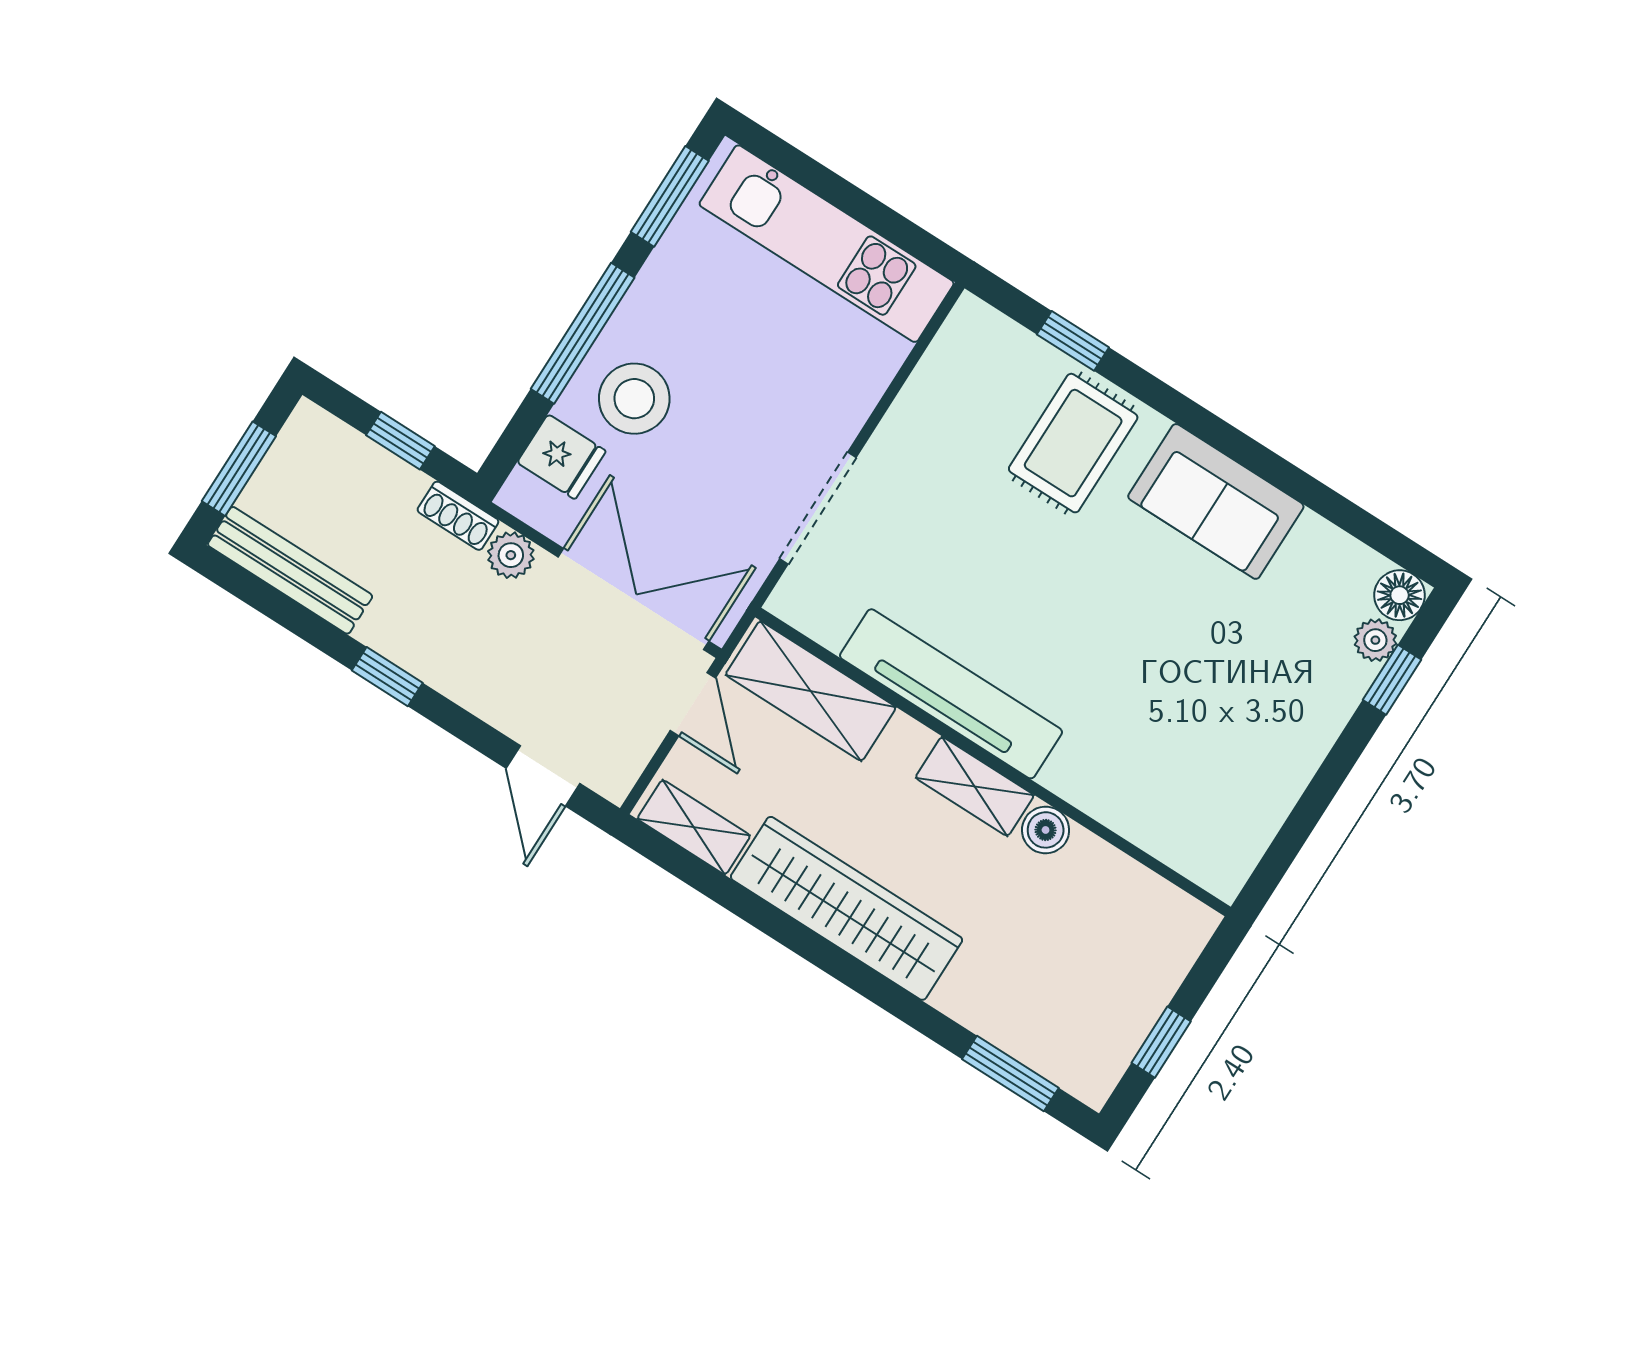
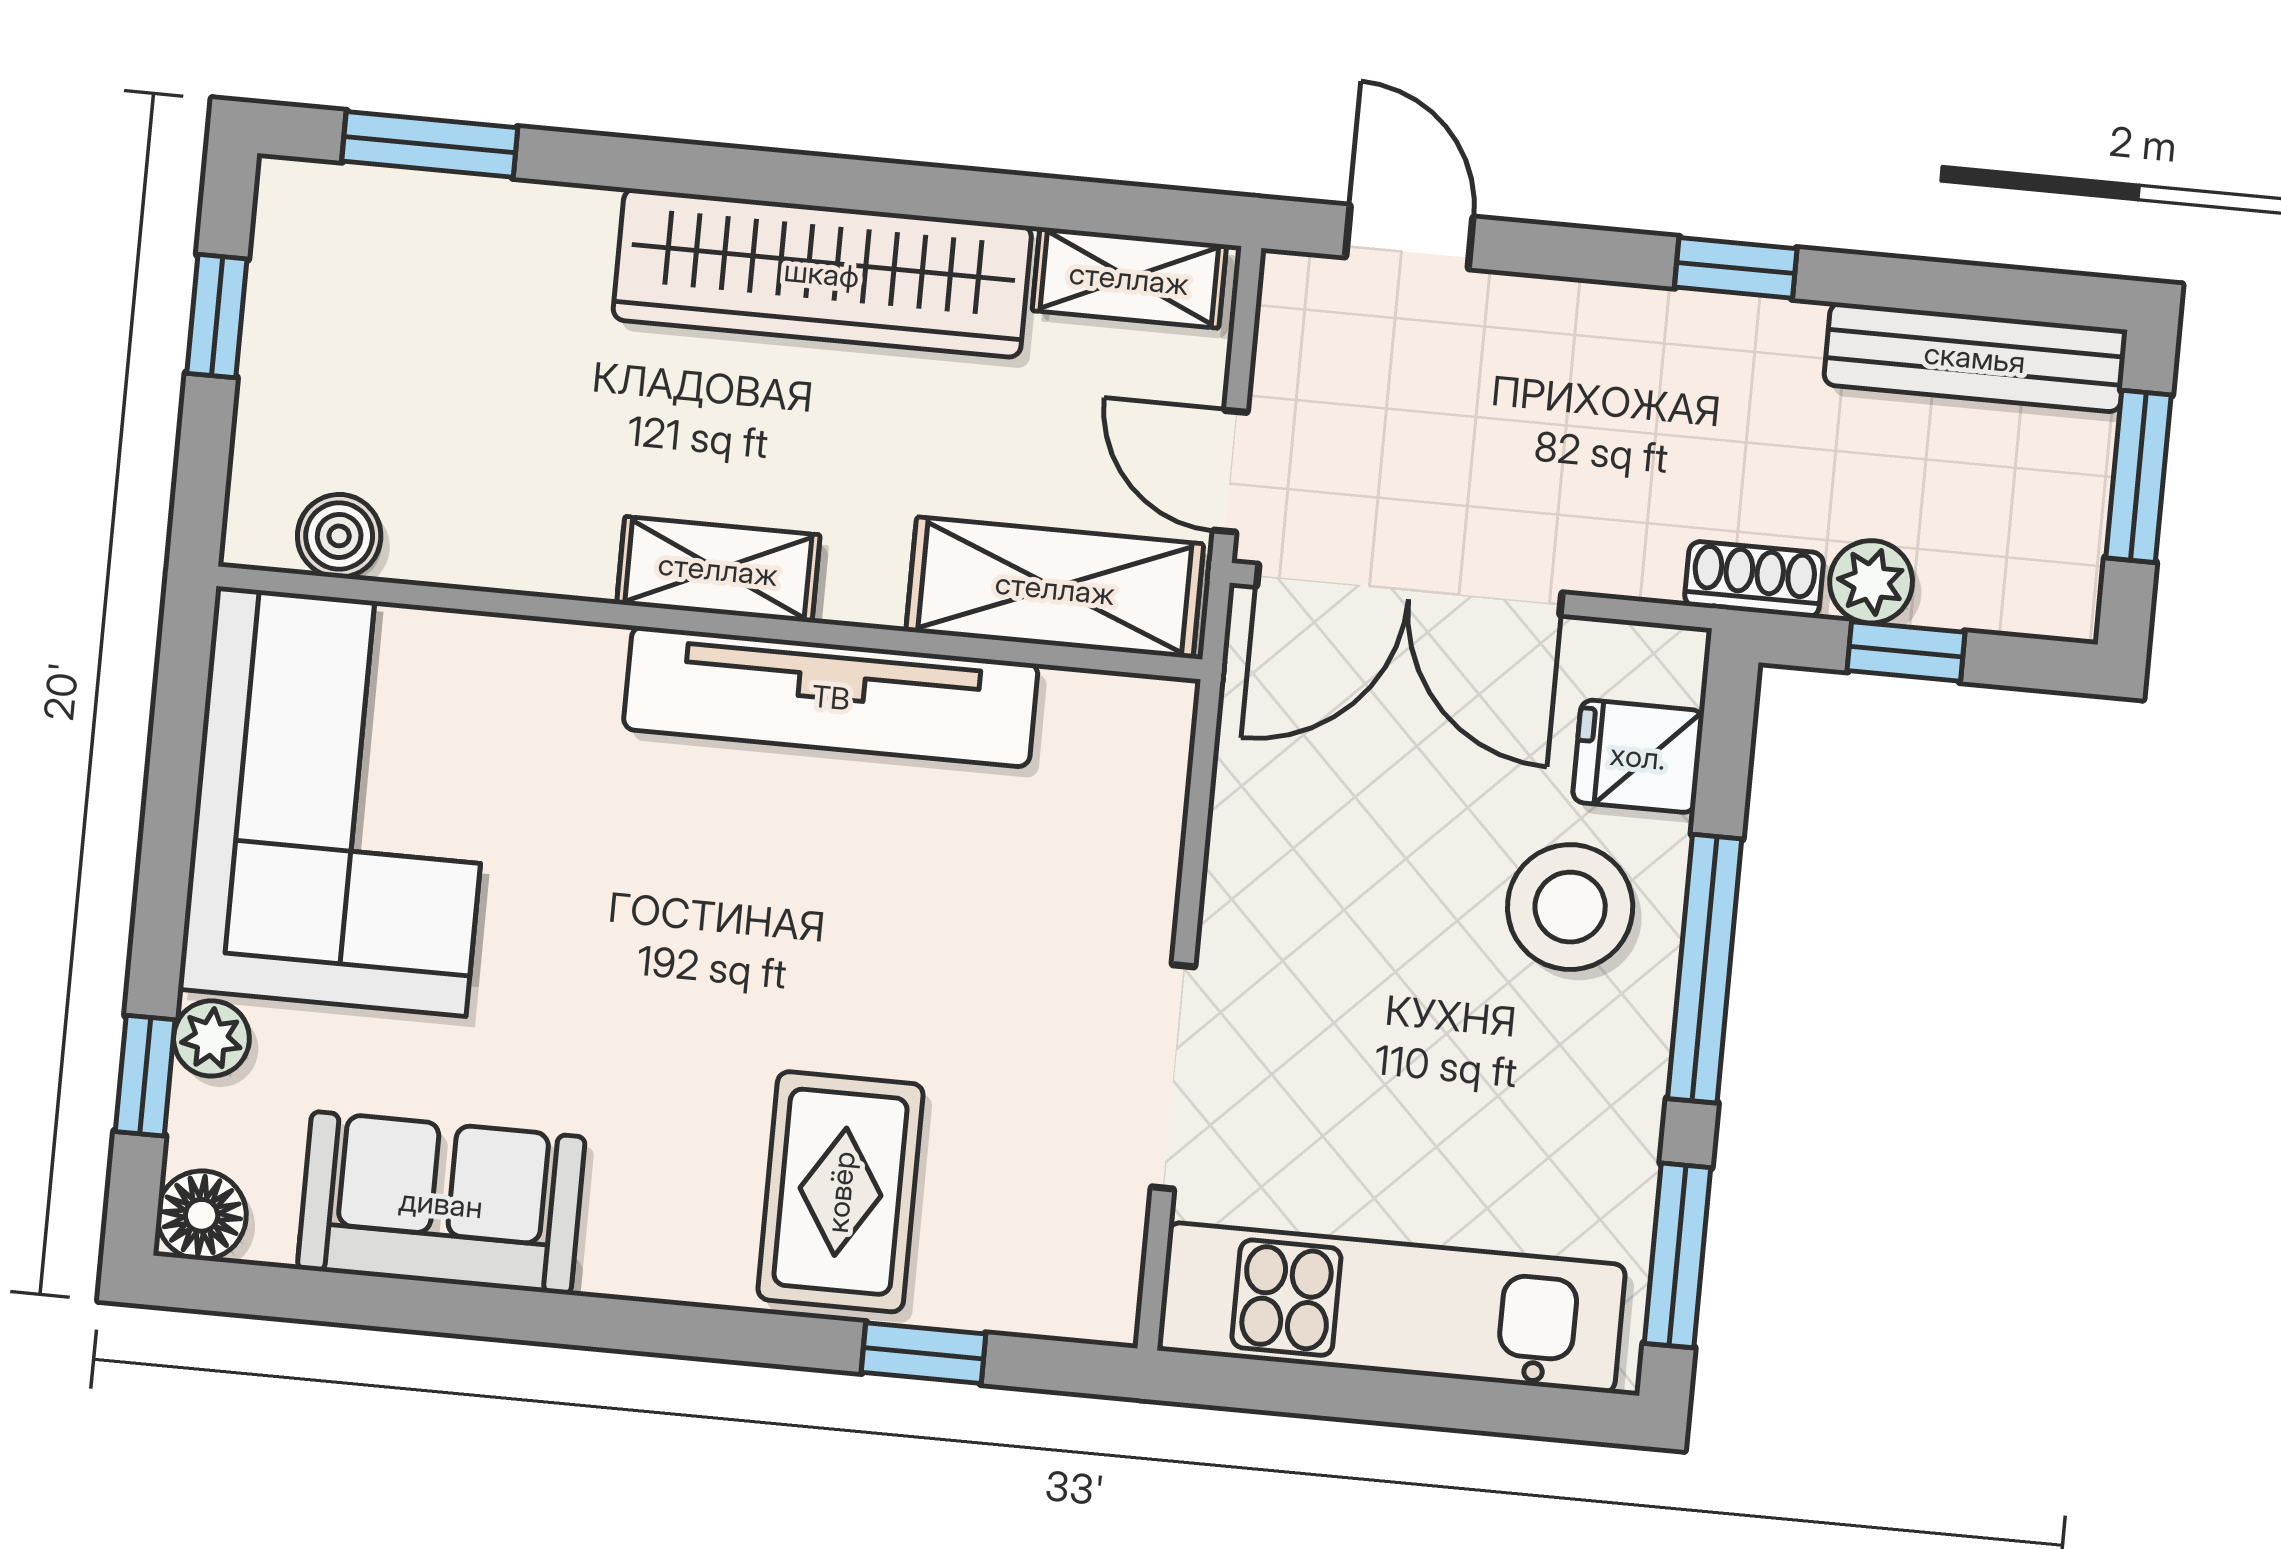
sofa: (1216, 501) -> (441, 1203), moved
doorway: (818, 508) -> (1173, 1077), moved
plant: (511, 555) -> (1871, 582), moved
plant: (1375, 640) -> (211, 1038), moved
corner sofa: (1223, 767) -> (341, 801), added
boiler: (1046, 830) -> (339, 536), moved

